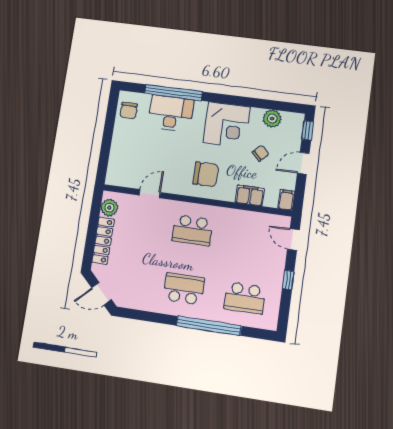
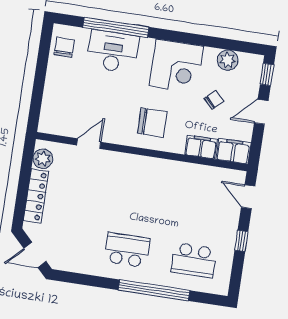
chair: (129, 111) -> (64, 47), turned 180
filing cabinet: (286, 200) -> (233, 151), width x2.00
school desk: (192, 230) -> (137, 185), removed

